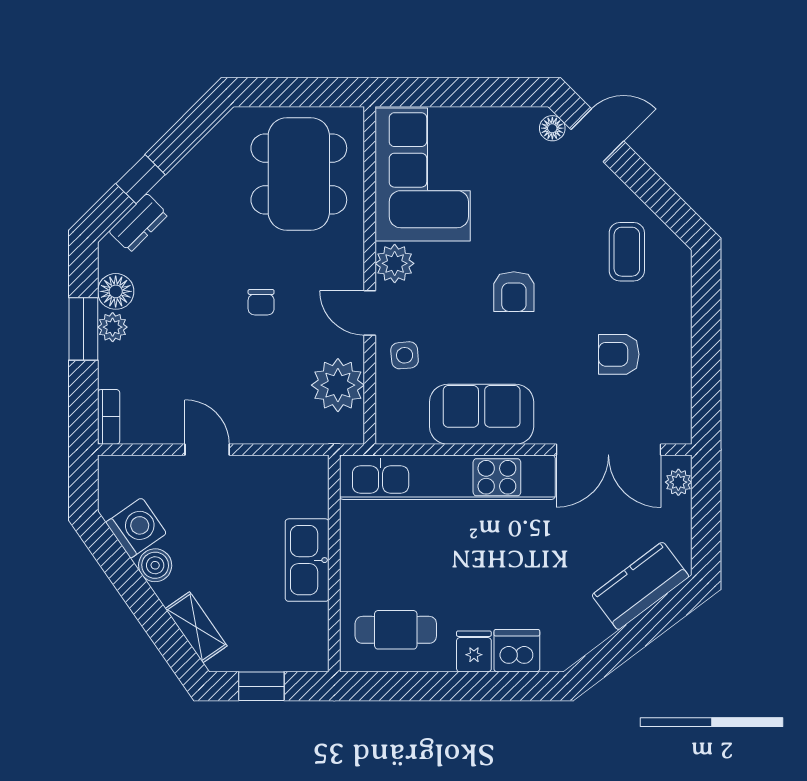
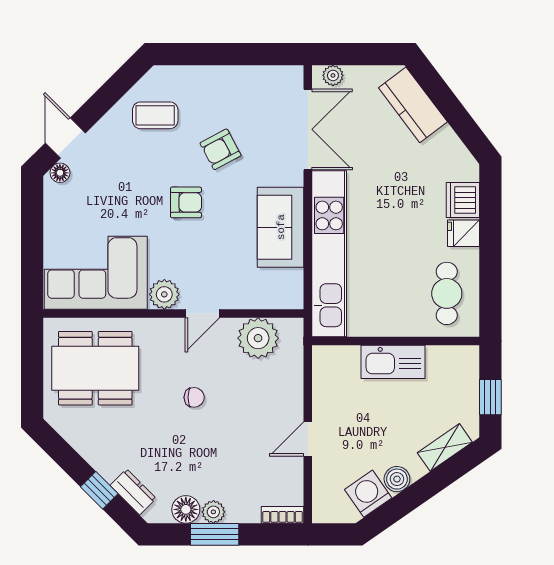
armchair: (619, 354) -> (221, 149), moved, turned 62
side table: (405, 355) -> (235, 287), removed

